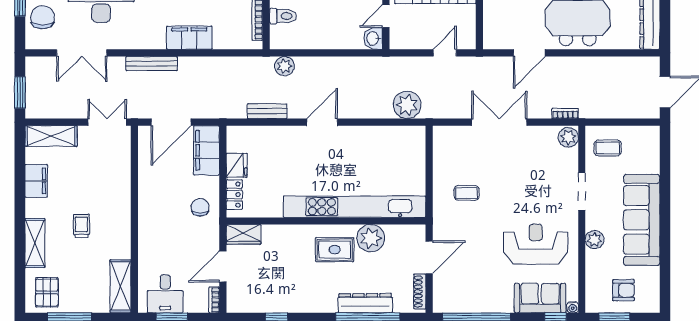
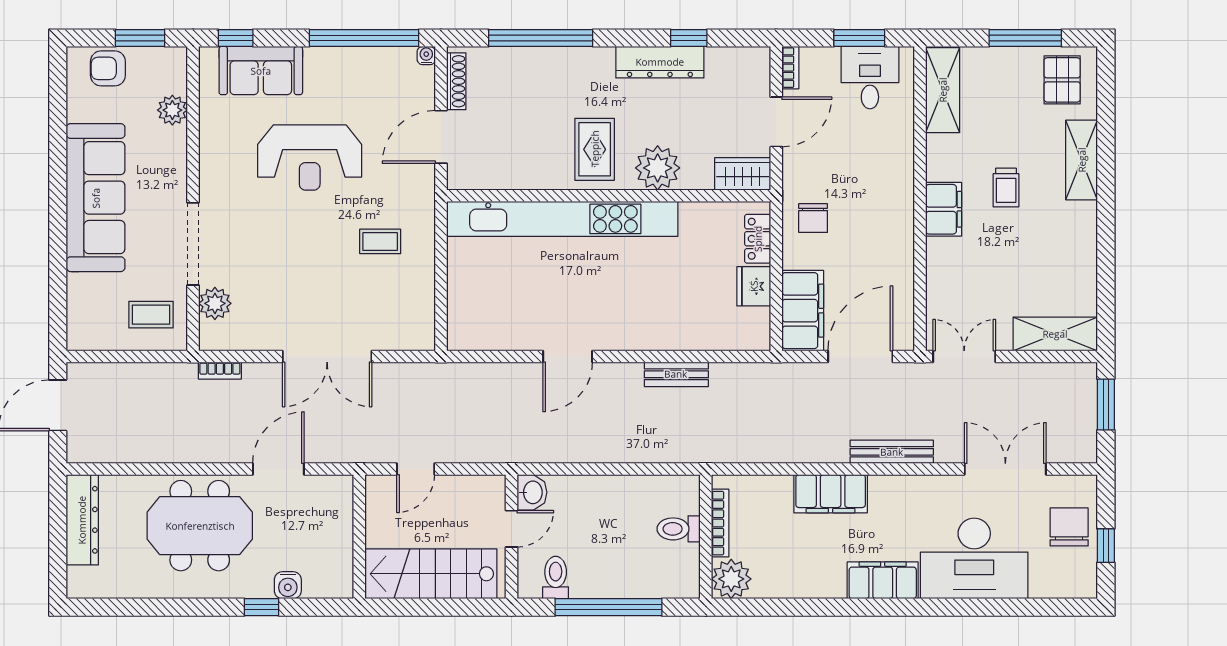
chair: (43, 17) -> (1069, 527), turned 180
plant: (285, 66) -> (676, 448), removed
plant: (407, 105) -> (477, 385), removed
bench: (267, 111) -> (676, 374), moved
double door: (107, 122) -> (964, 356), swing flipped
door: (322, 122) -> (568, 356), moved
plant: (568, 137) -> (215, 303), moved
filing cabinet: (36, 181) -> (944, 209), moved, turned 180
doorway: (582, 191) -> (193, 244), width x1.36
plant: (371, 238) -> (658, 168), moved
plant: (594, 240) -> (172, 110), moved
reception desk: (536, 244) -> (310, 157), moved
rug: (335, 250) -> (595, 149), turned 90
armchair: (624, 290) -> (108, 68), moved
dresser: (365, 303) -> (660, 62), moved
water cooler: (573, 307) -> (426, 56), moved

